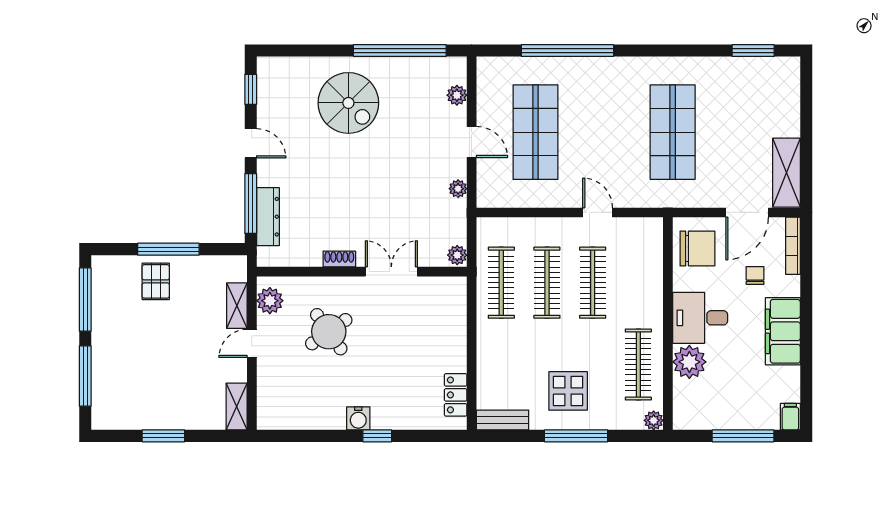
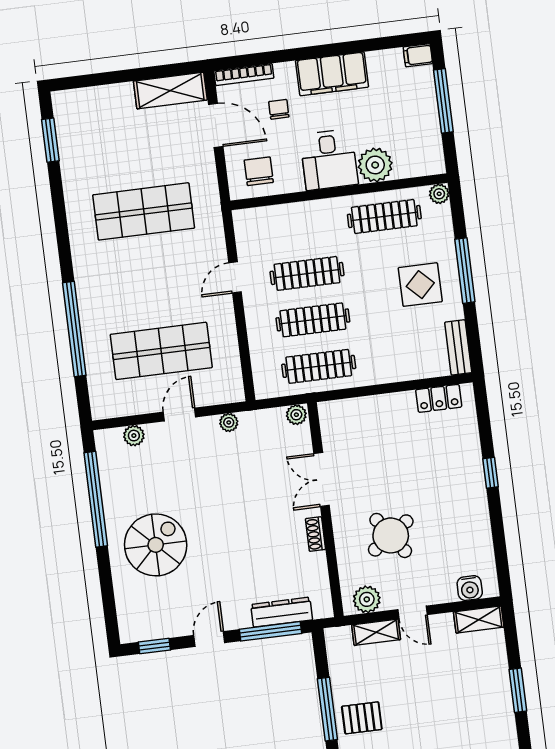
chair: (697, 248) -> (259, 171), width x0.73, depth x0.73
chair: (755, 275) -> (279, 109), turned 90
water cooler: (358, 418) -> (470, 588), moved, turned 90

